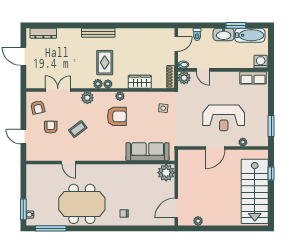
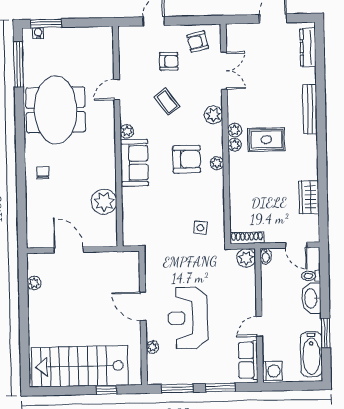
bench: (98, 33) -> (310, 109), moved
washbasin: (224, 34) -> (311, 298), moved
door: (203, 70) -> (259, 326), moved
wardrobe: (140, 82) -> (309, 197), moved, turned 180
window: (271, 97) -> (220, 387), added
armchair: (117, 116) -> (187, 159), turned -90
sofa: (148, 152) -> (134, 163), moved, width x0.73
plant: (97, 156) -> (127, 131), added
plant: (166, 173) -> (104, 202), moved
door: (176, 208) -> (69, 250), moved

